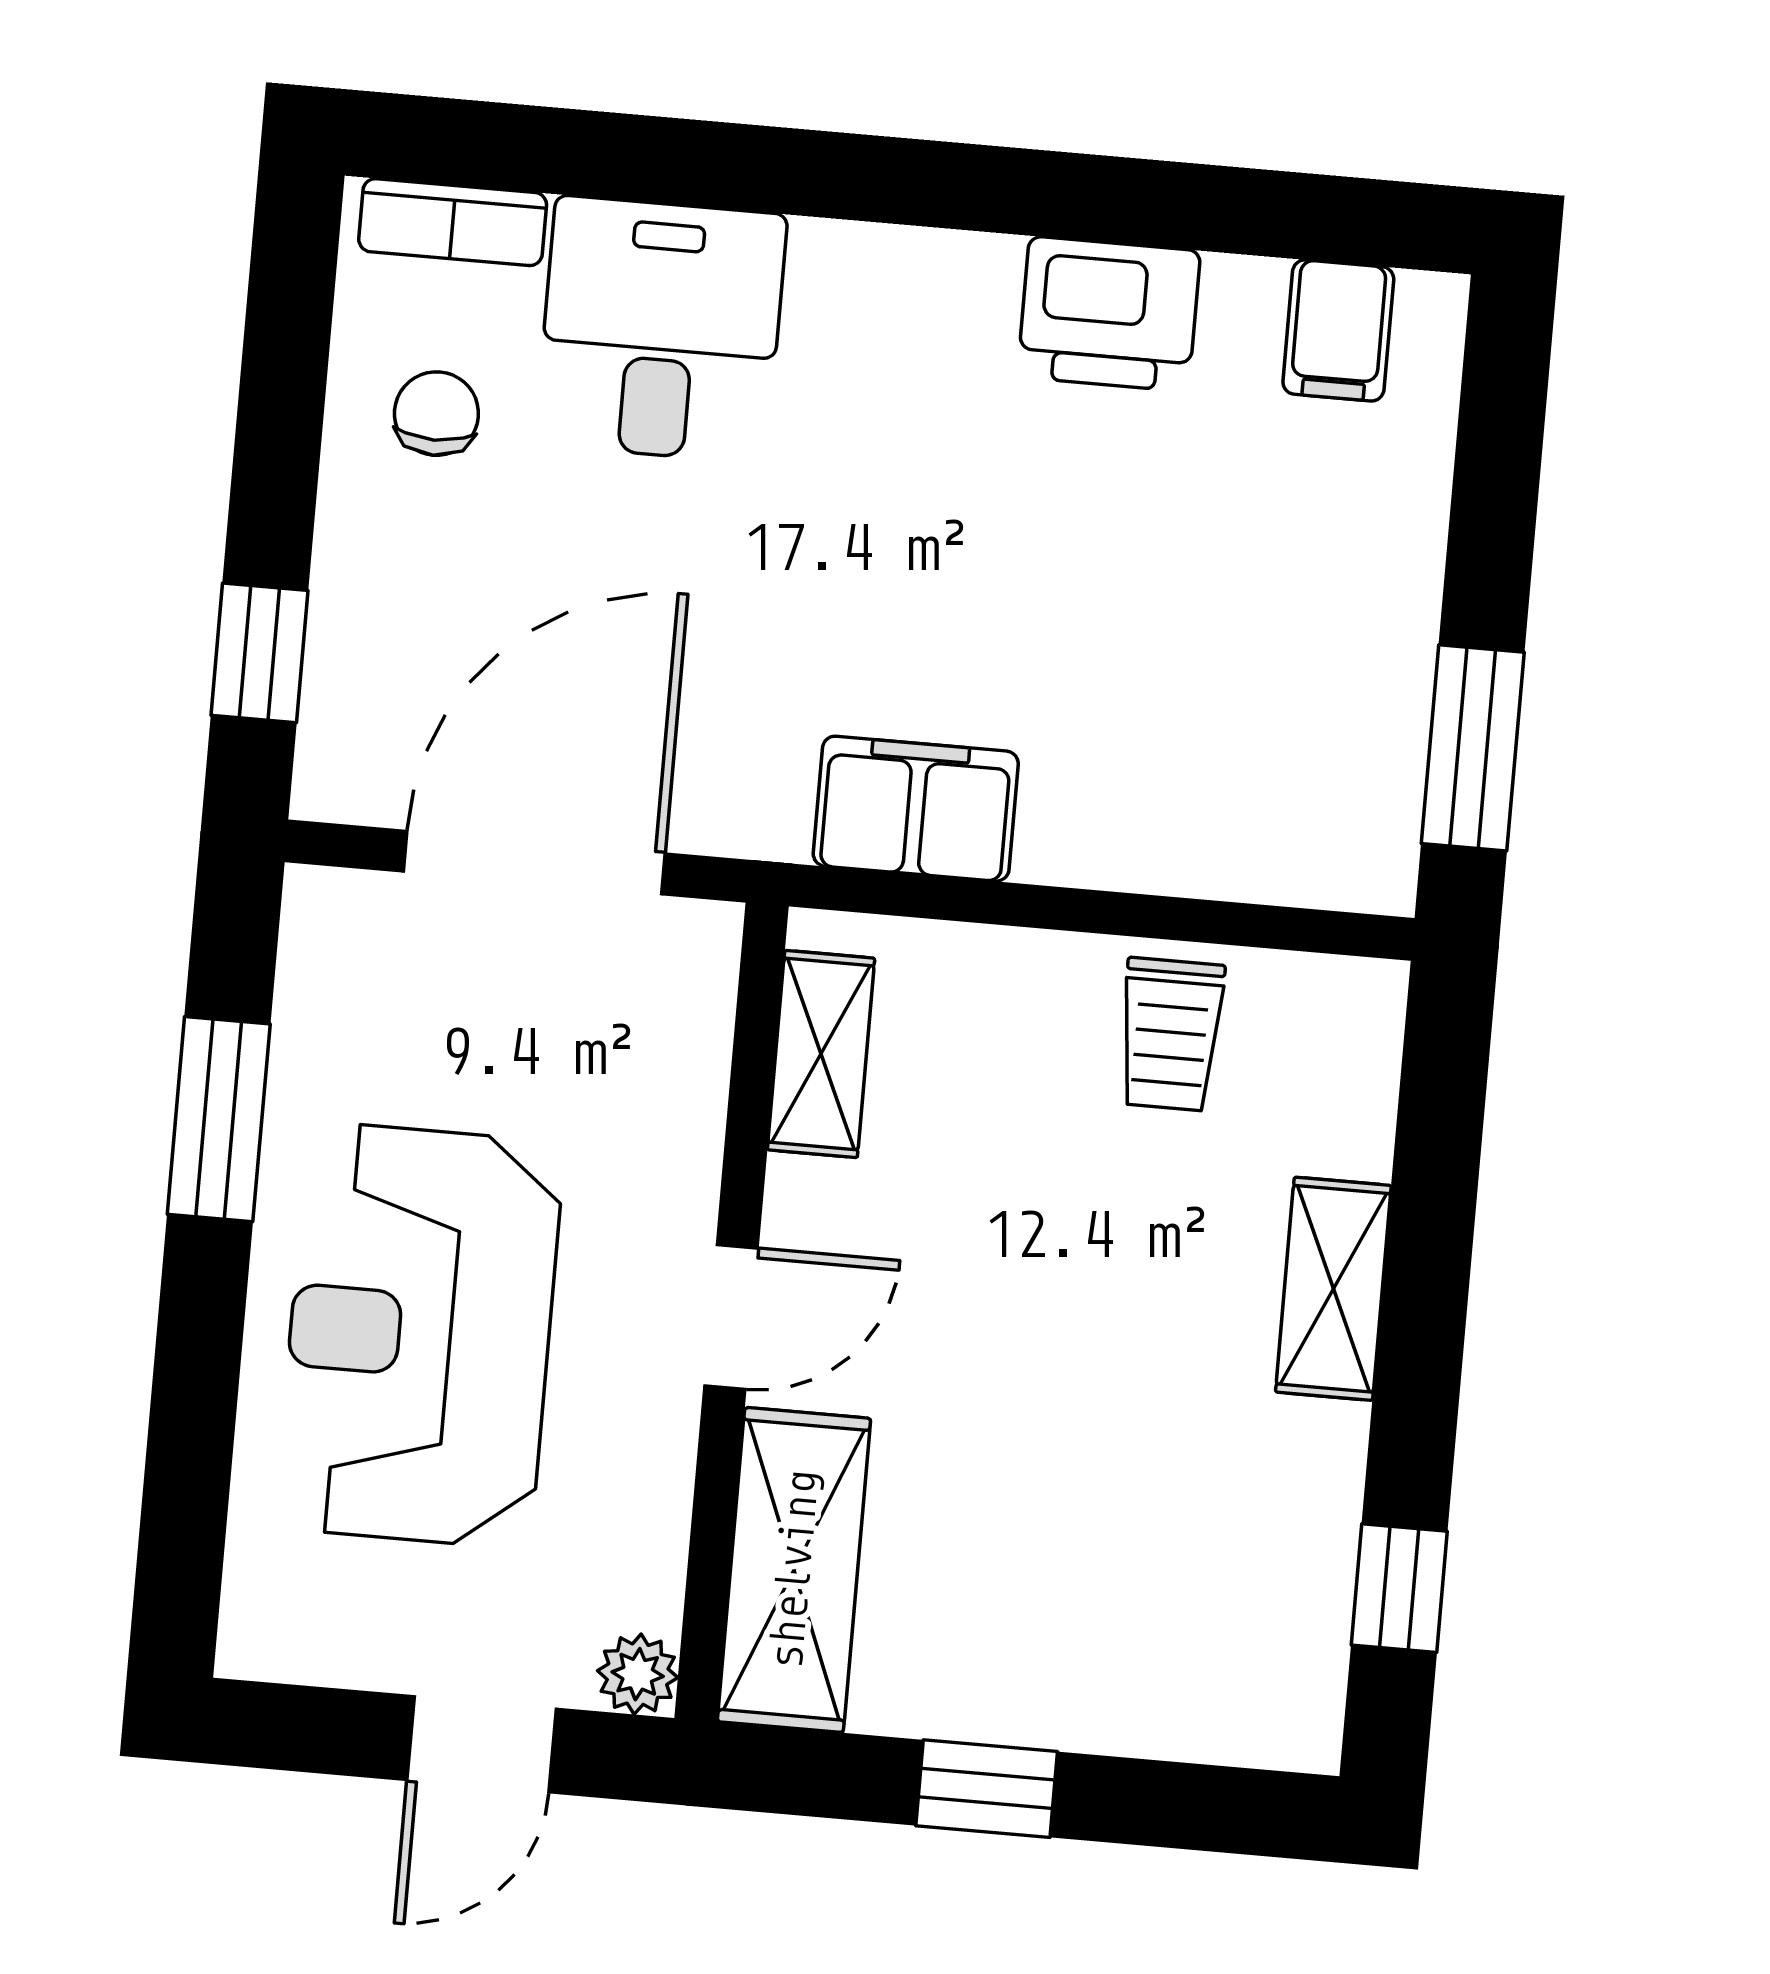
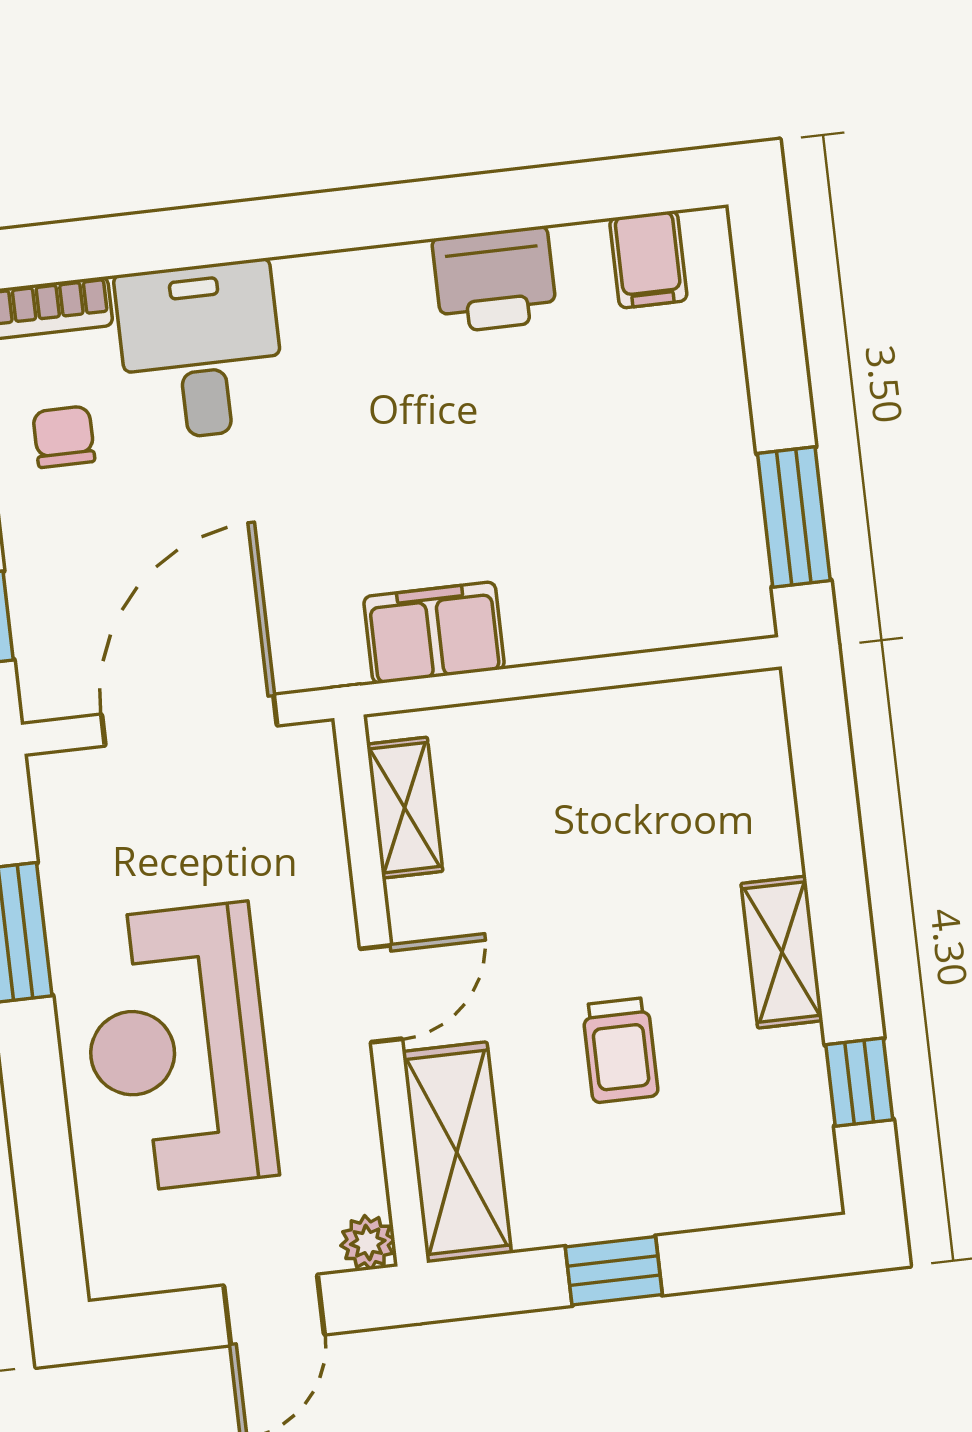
trolley: (1171, 1034) -> (620, 1050), moved
shelving: (1333, 1289) -> (782, 952), moved

